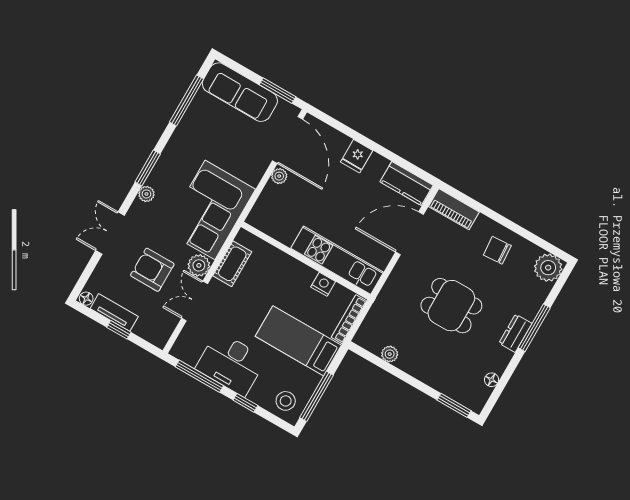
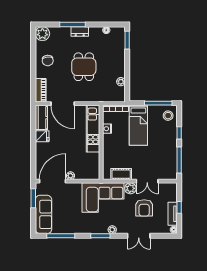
fridge: (357, 156) -> (42, 136), moved
desk: (231, 364) -> (166, 149), removed

